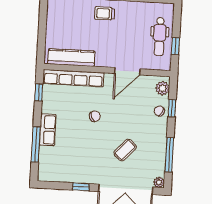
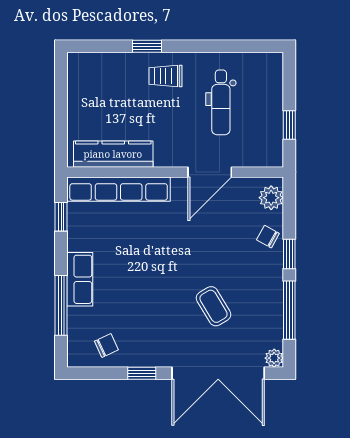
dental chair: (160, 37) -> (221, 102), moved
window: (172, 108) -> (289, 254), moved
chair: (95, 116) -> (106, 346), moved
coffee table: (125, 150) -> (214, 306), turned -74

